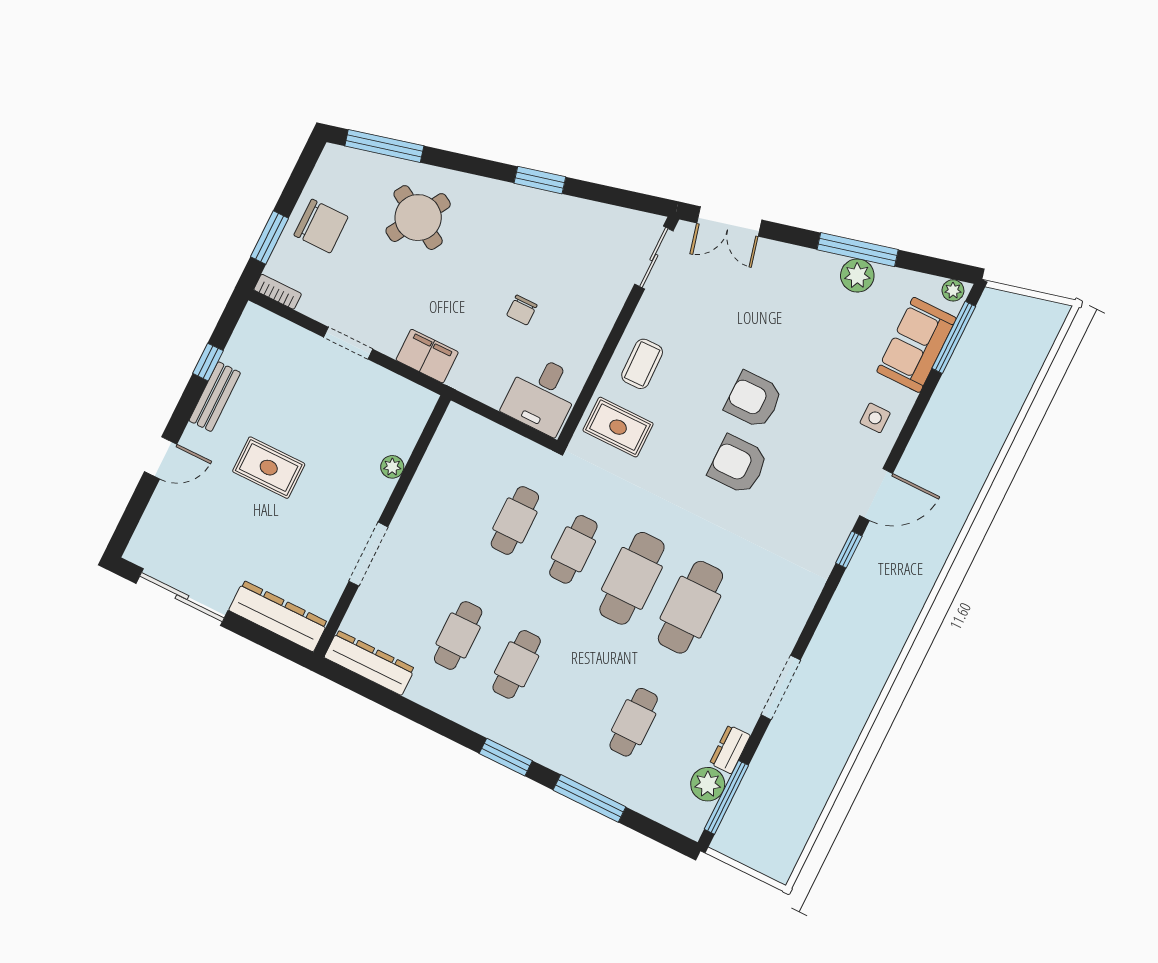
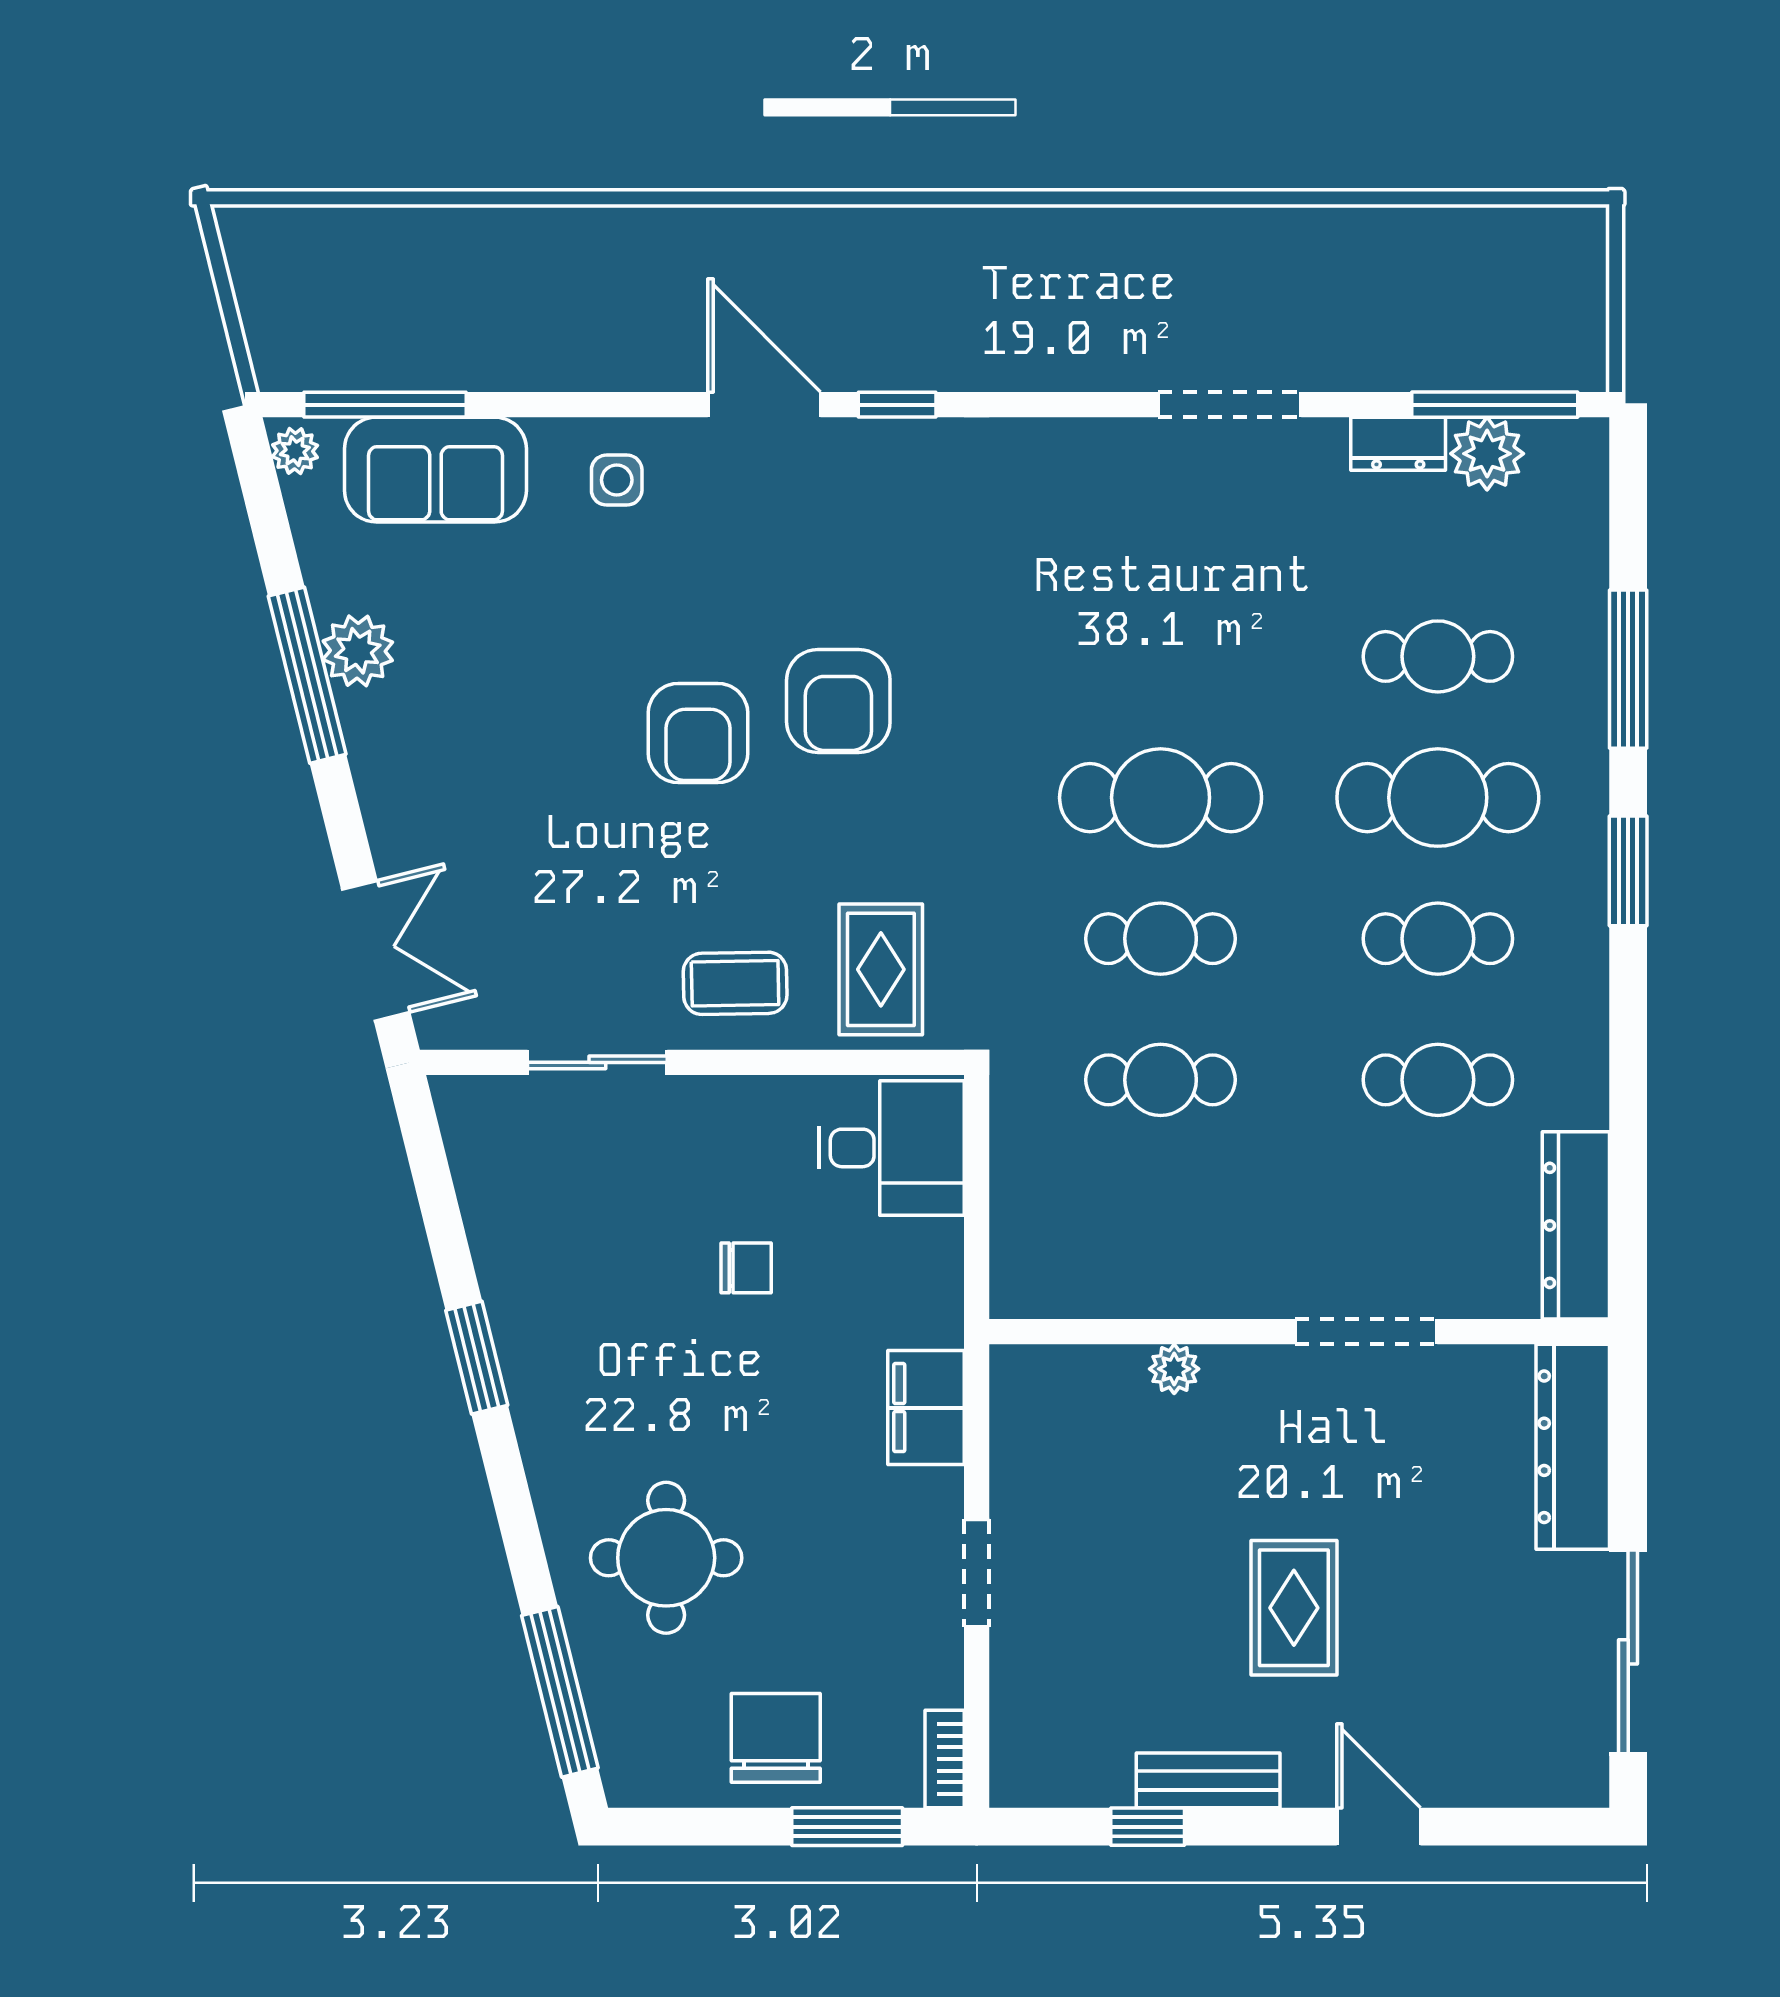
round table: (418, 218) -> (666, 1558), turned -31
sliding door: (654, 257) -> (597, 1062), moved
cafe table: (690, 607) -> (1438, 798), moved

